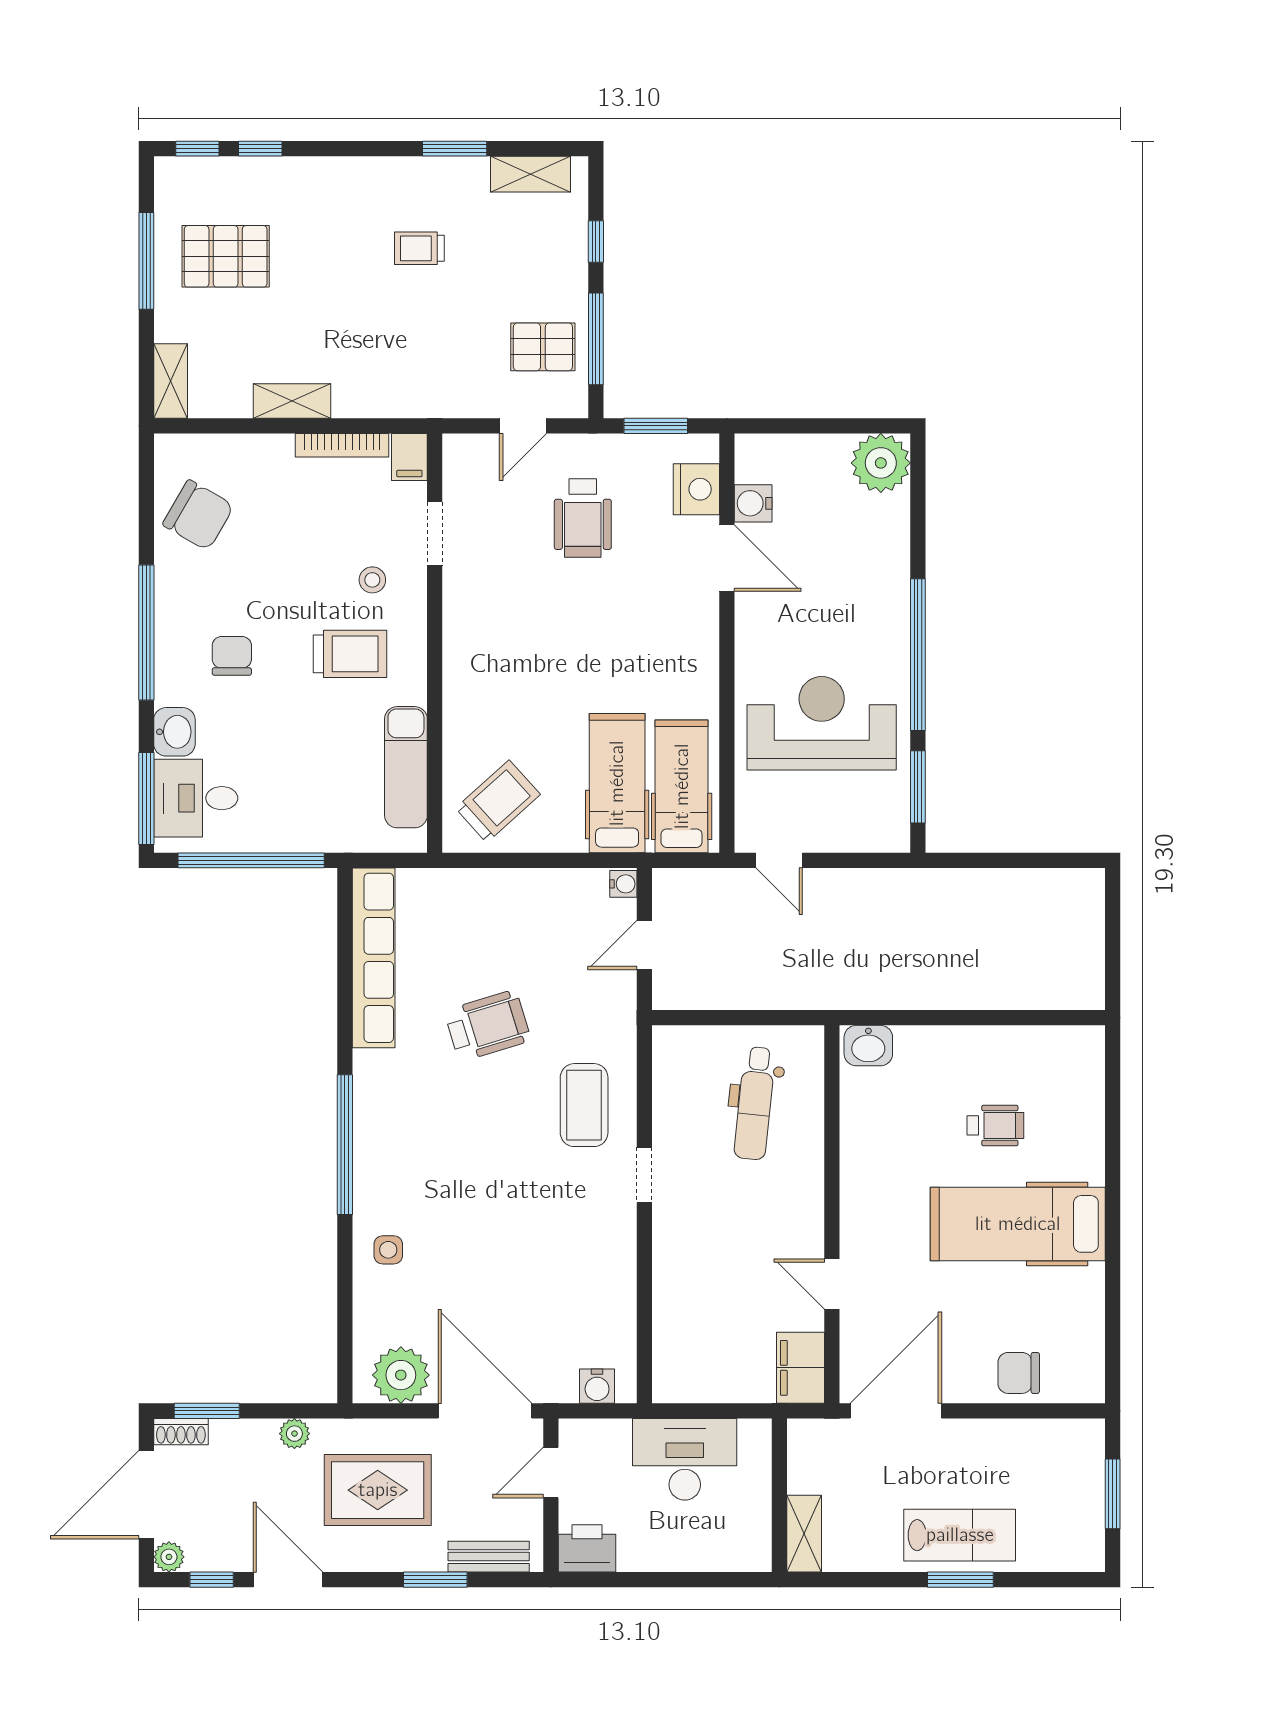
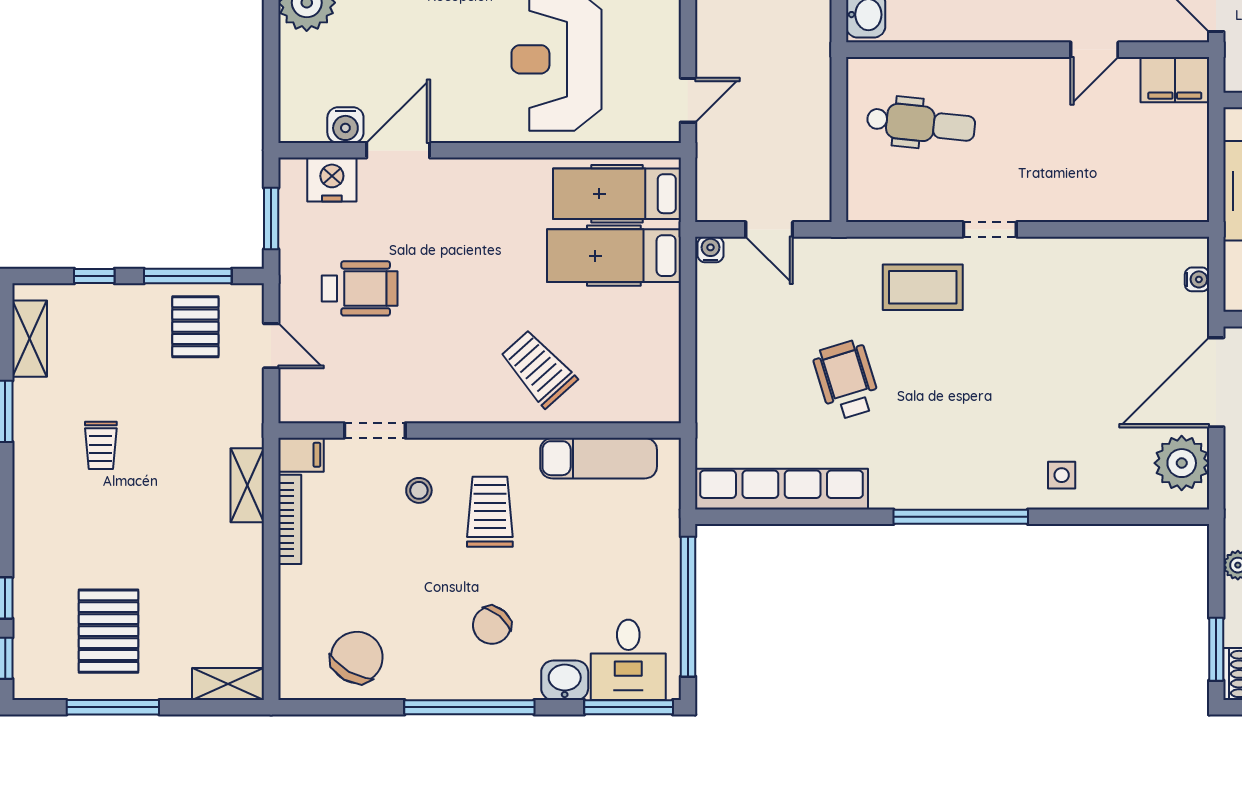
shelving: (292, 401) -> (247, 485), moved
chair: (232, 656) -> (492, 625), turned -50
trolley: (498, 801) -> (538, 369), moved
water cooler: (597, 1386) -> (1197, 279), width x0.72, depth x0.72

